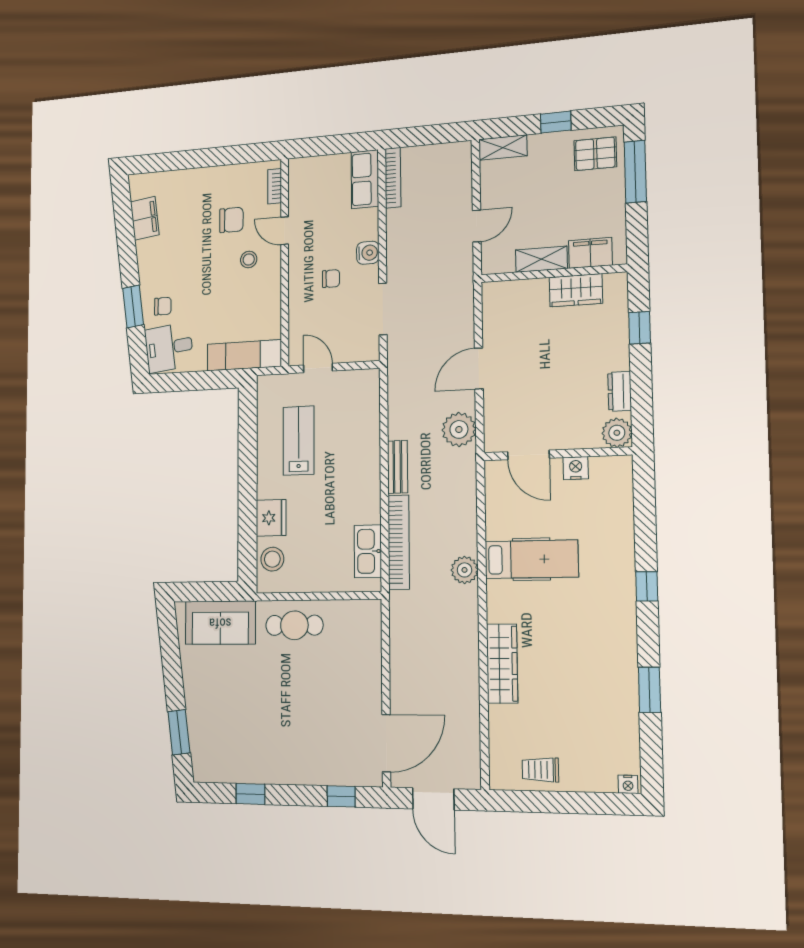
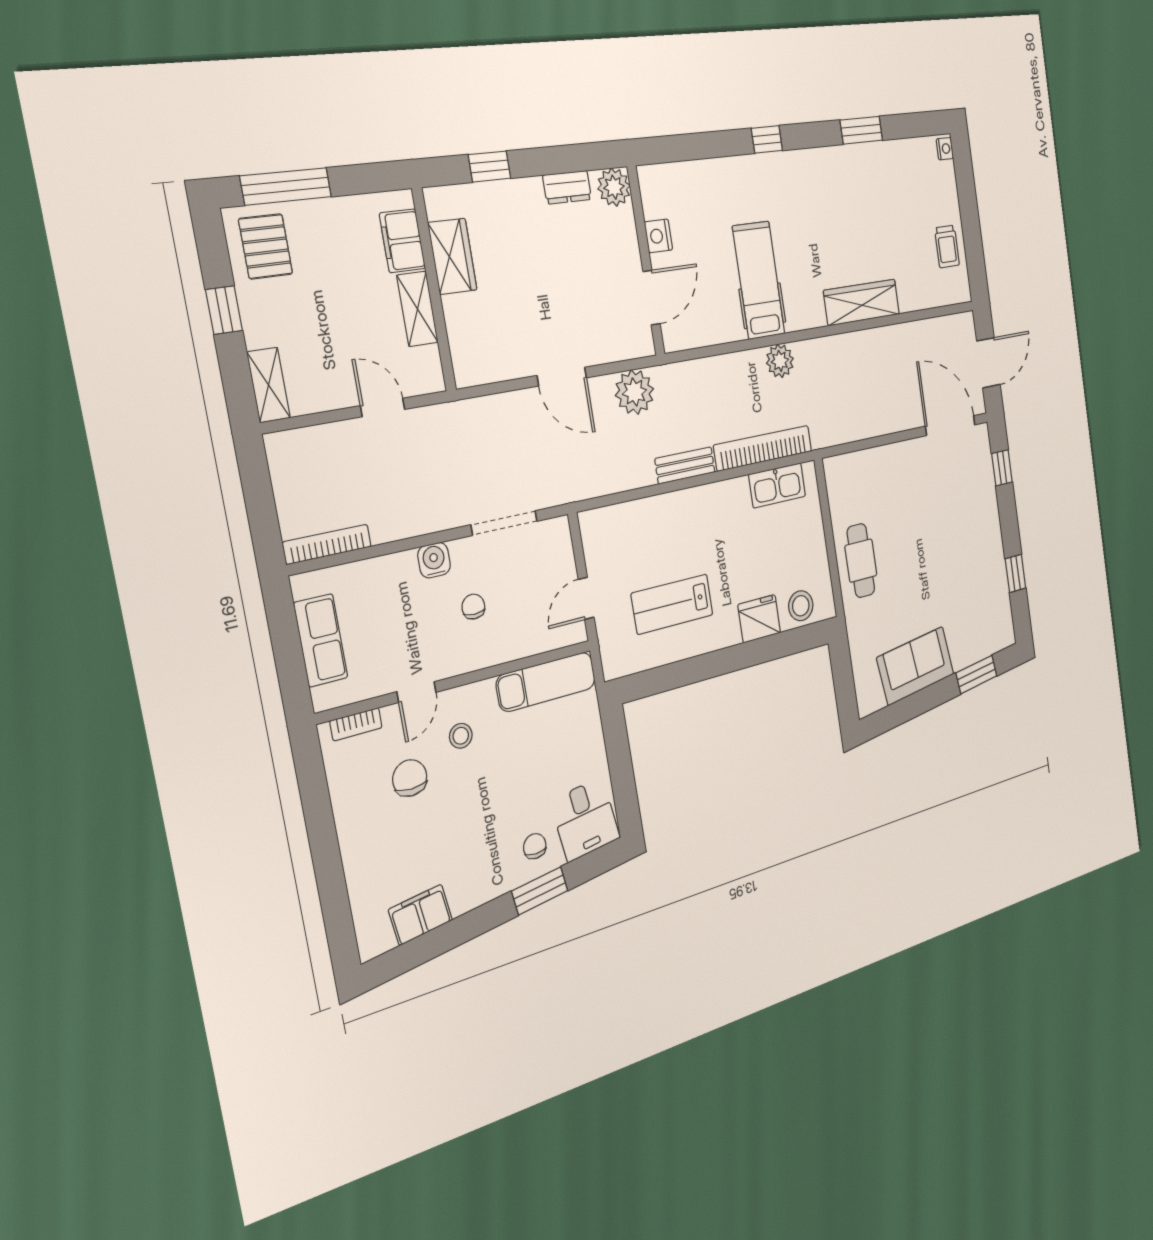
row of seats: (365, 179) -> (321, 640), moved, turned -90
exam couch: (244, 355) -> (546, 682), moved, turned -90
sofa: (220, 623) -> (915, 666), moved, turned -97

